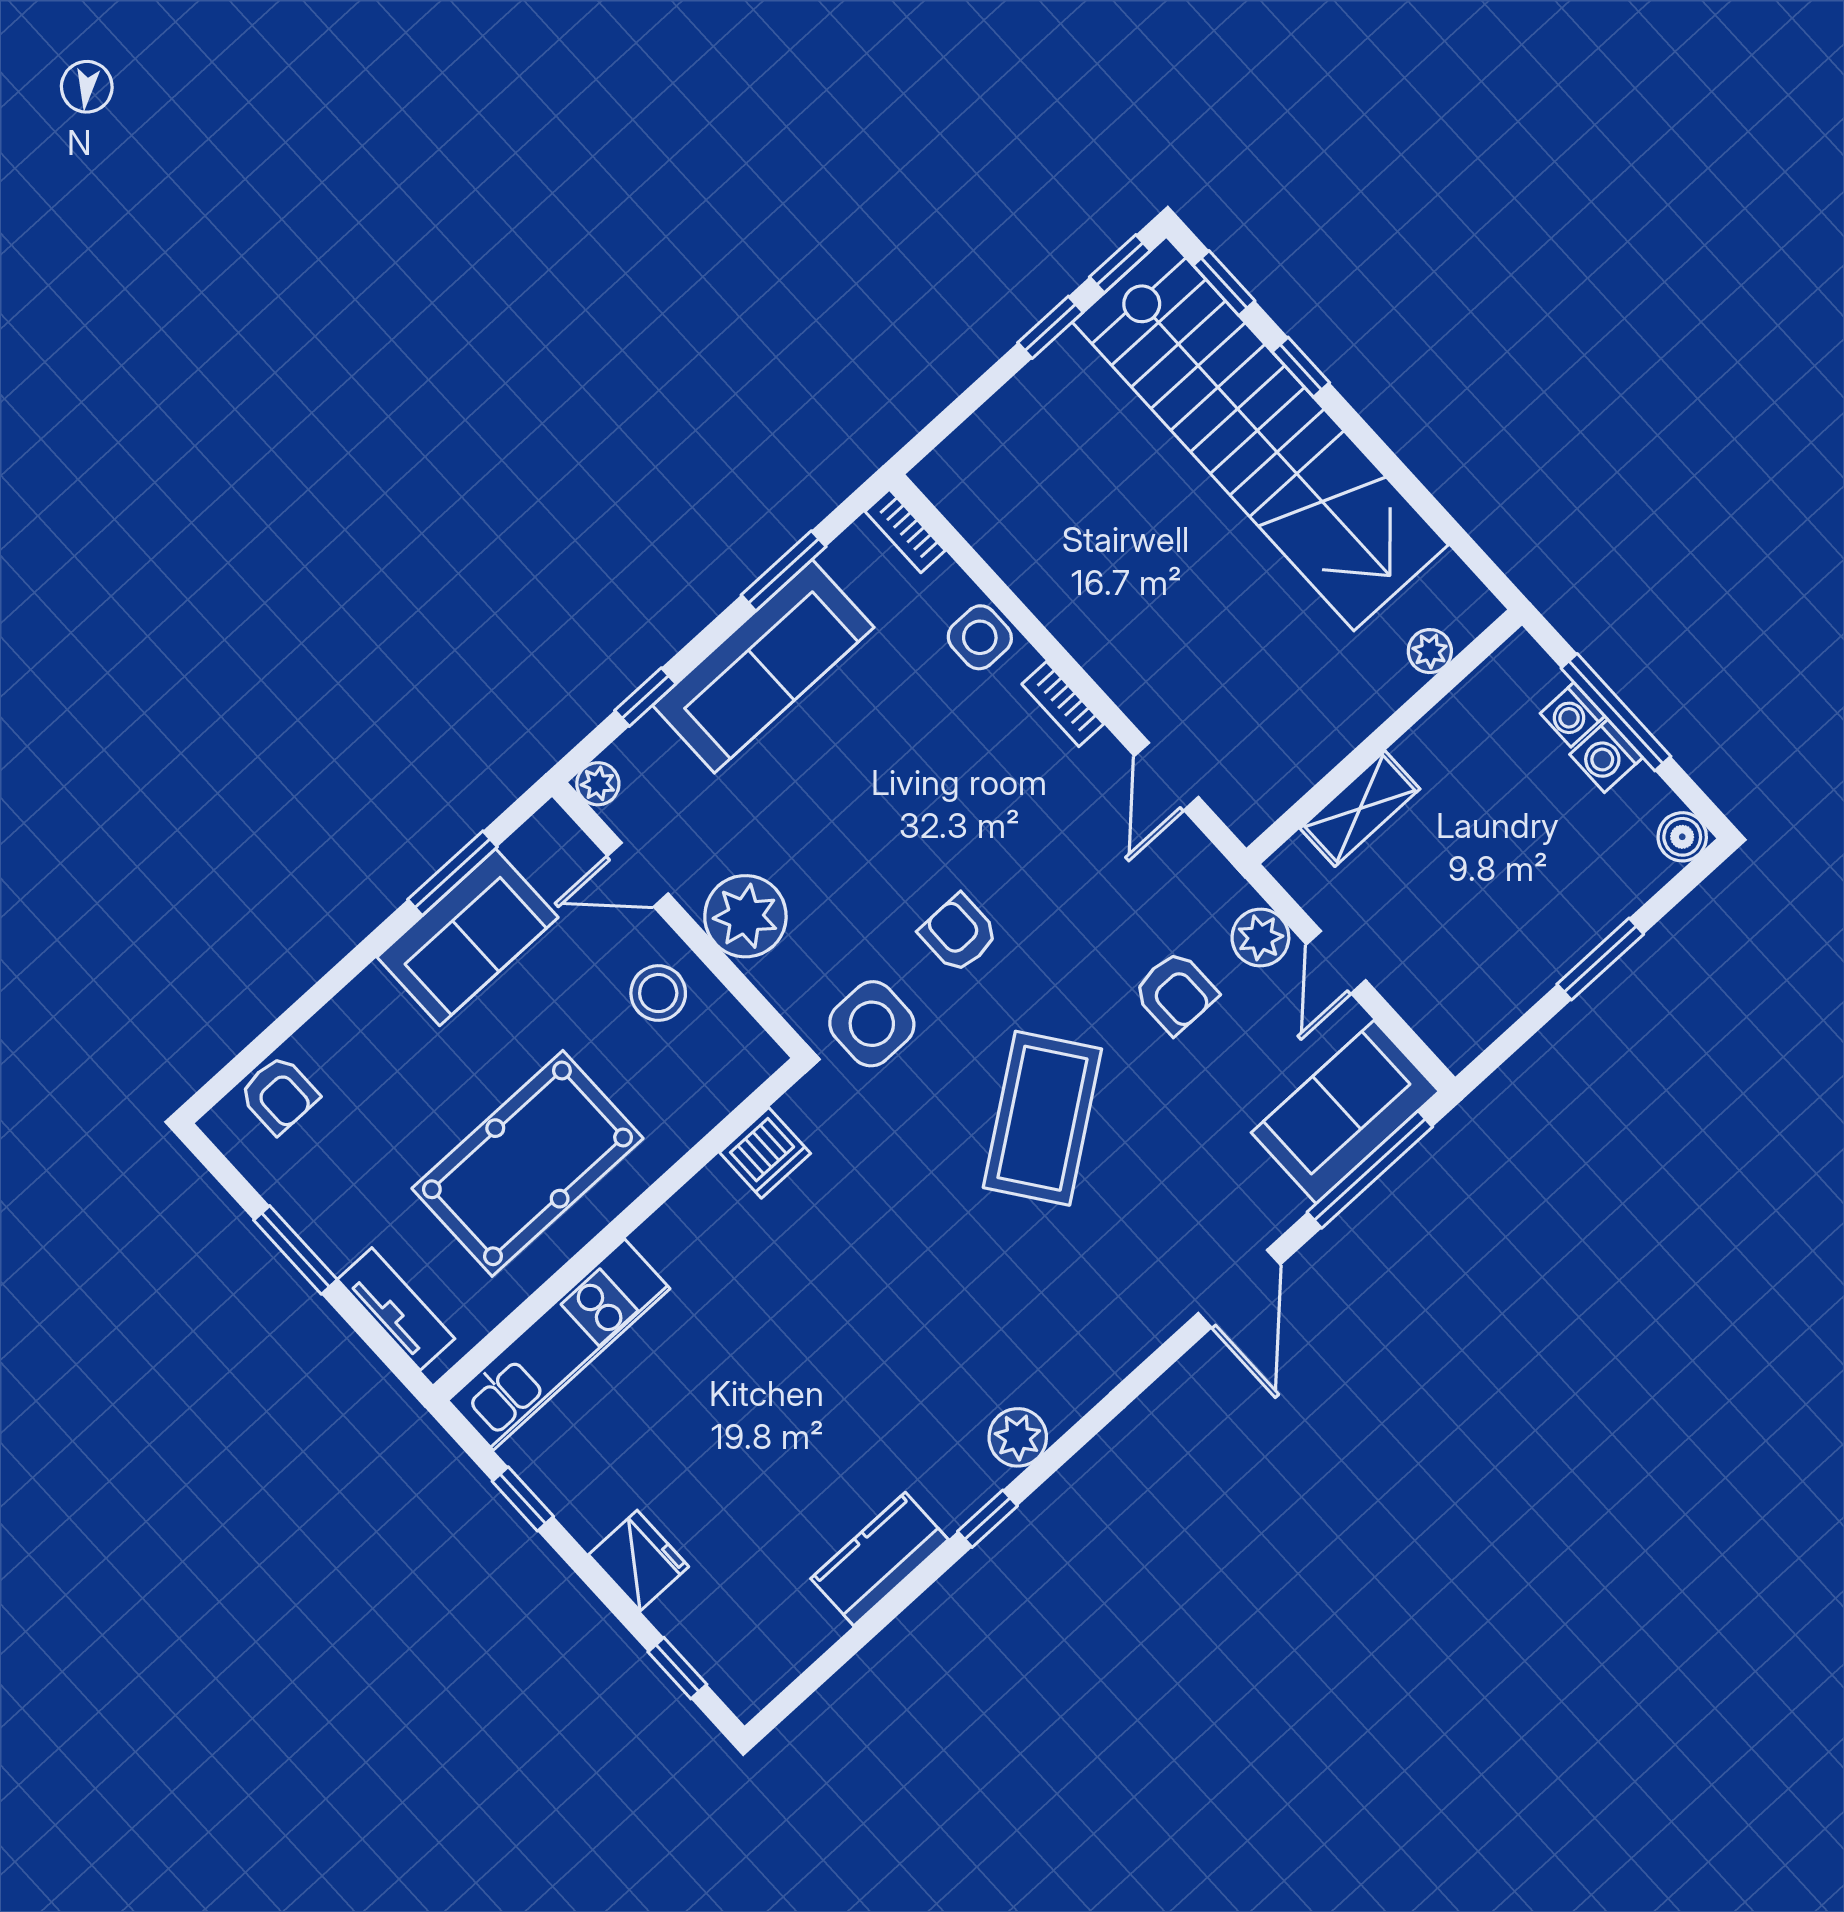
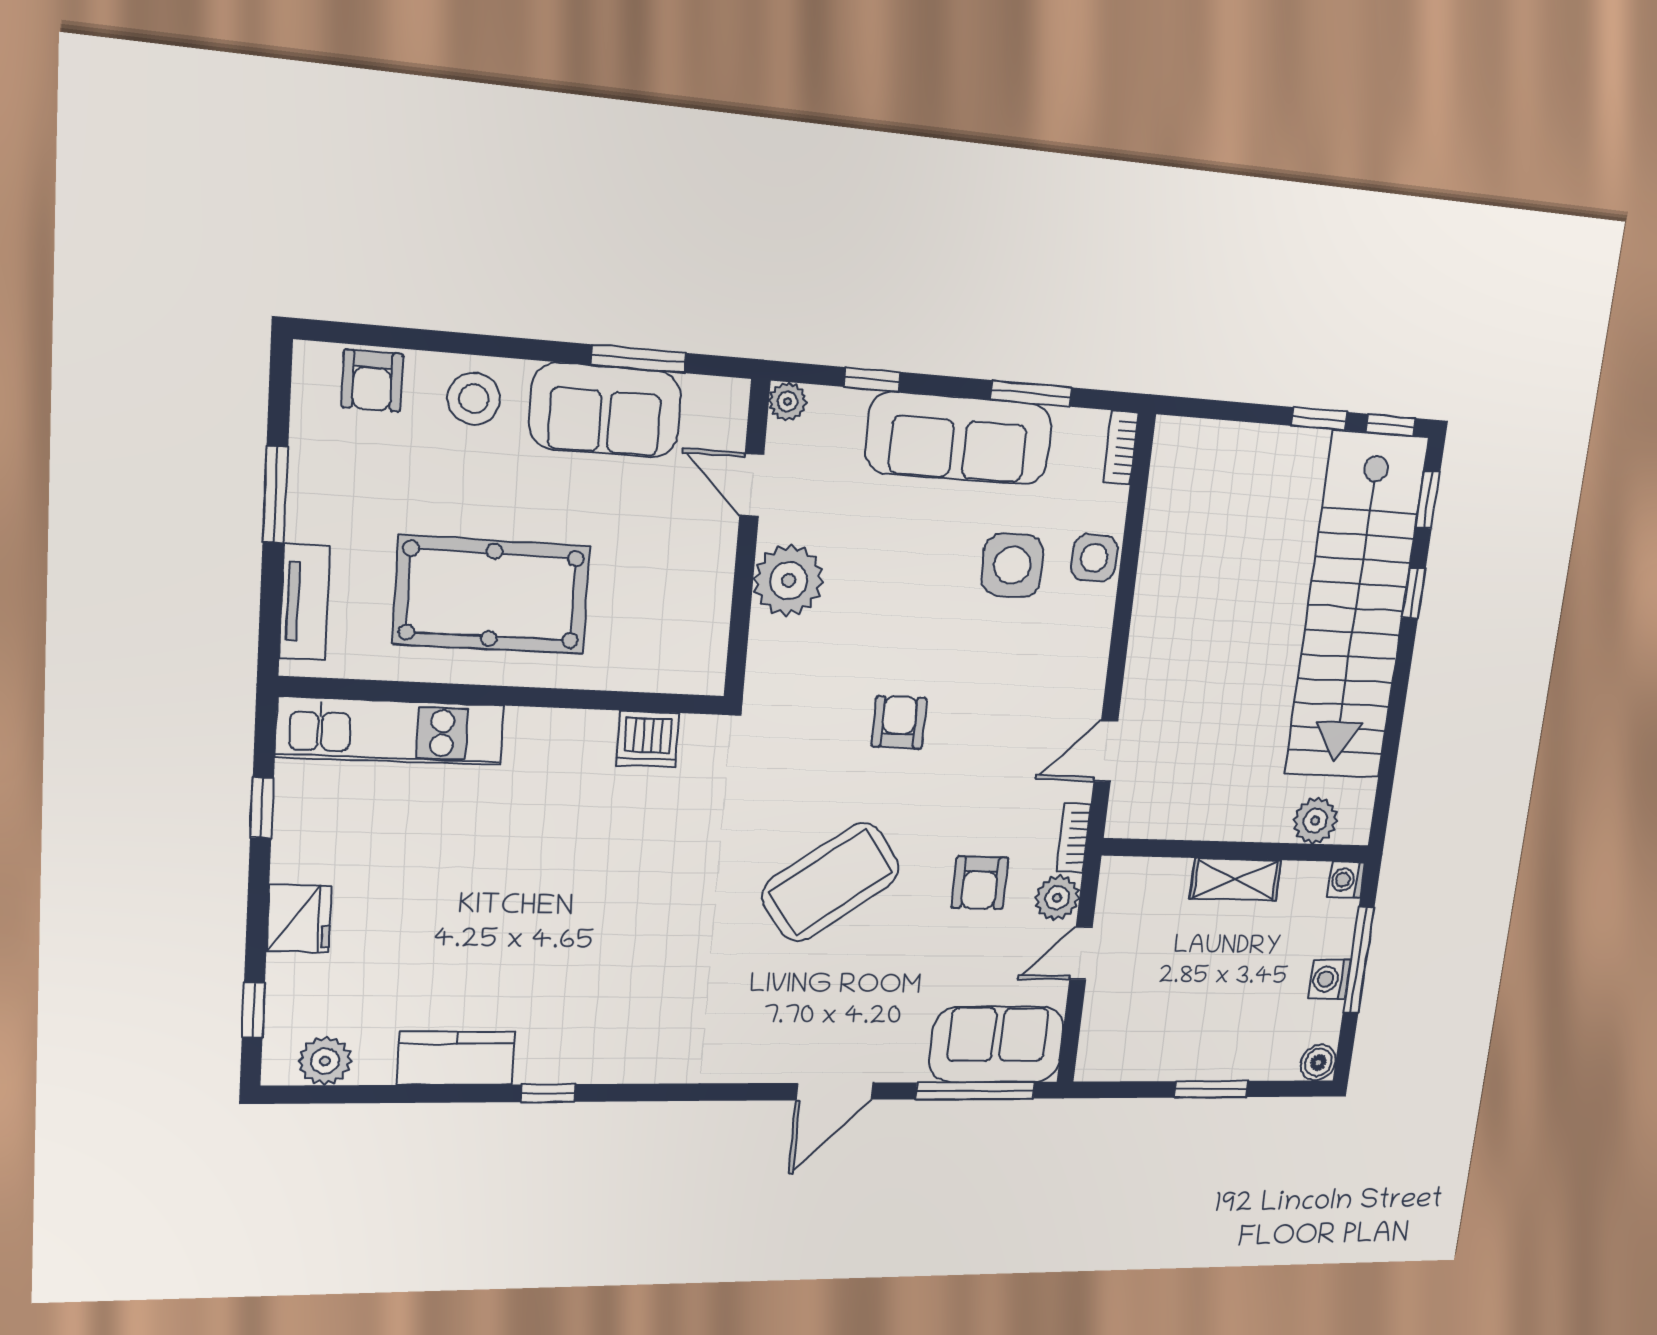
plant: (1430, 651) -> (1315, 821), width x1.38, depth x1.38
bookcase: (1063, 704) -> (1073, 838), moved
washing machine: (1572, 715) -> (1346, 880), moved
shelving: (1360, 809) -> (1236, 879), moved
stool: (658, 993) -> (474, 399), moved
side table: (872, 1024) -> (1012, 565), moved
plant: (1018, 1437) -> (325, 1061), moved

